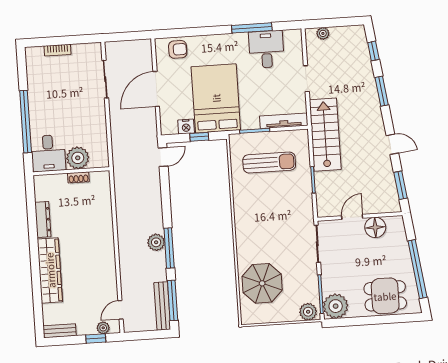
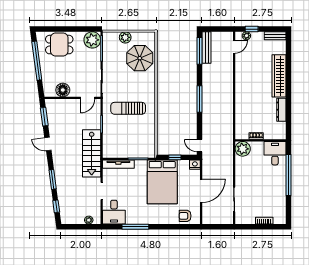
desk: (266, 49) -> (114, 212), moved
nightstand: (186, 127) -> (195, 165), moved
door: (163, 157) -> (199, 146), hinge flipped
plant: (78, 158) -> (243, 149), moved
sun lounger: (269, 163) -> (128, 108), moved
door: (352, 217) -> (88, 98), moved
plant: (156, 242) -> (208, 90), removed
window: (169, 248) -> (199, 99), moved
plant: (308, 312) -> (125, 37), moved

